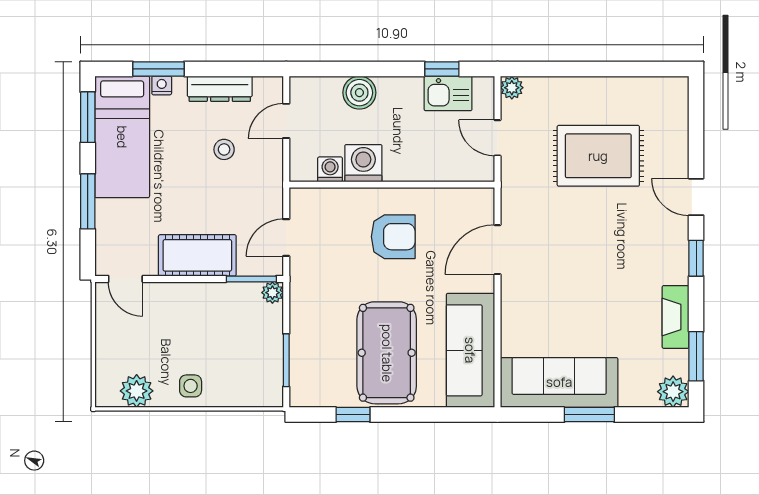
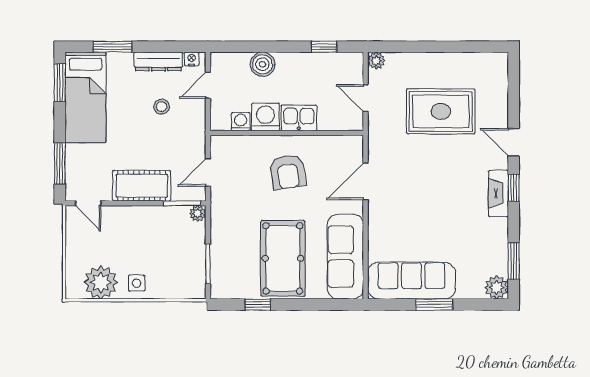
nightstand: (162, 85) -> (192, 59), moved
kitchen sink: (448, 93) -> (299, 118), moved, turned 180
window: (88, 201) -> (60, 163), moved
armchair: (393, 237) -> (288, 172), turned 82
fireplace: (675, 317) -> (498, 193), moved
plant: (137, 391) -> (101, 282), width x1.36, depth x1.36

